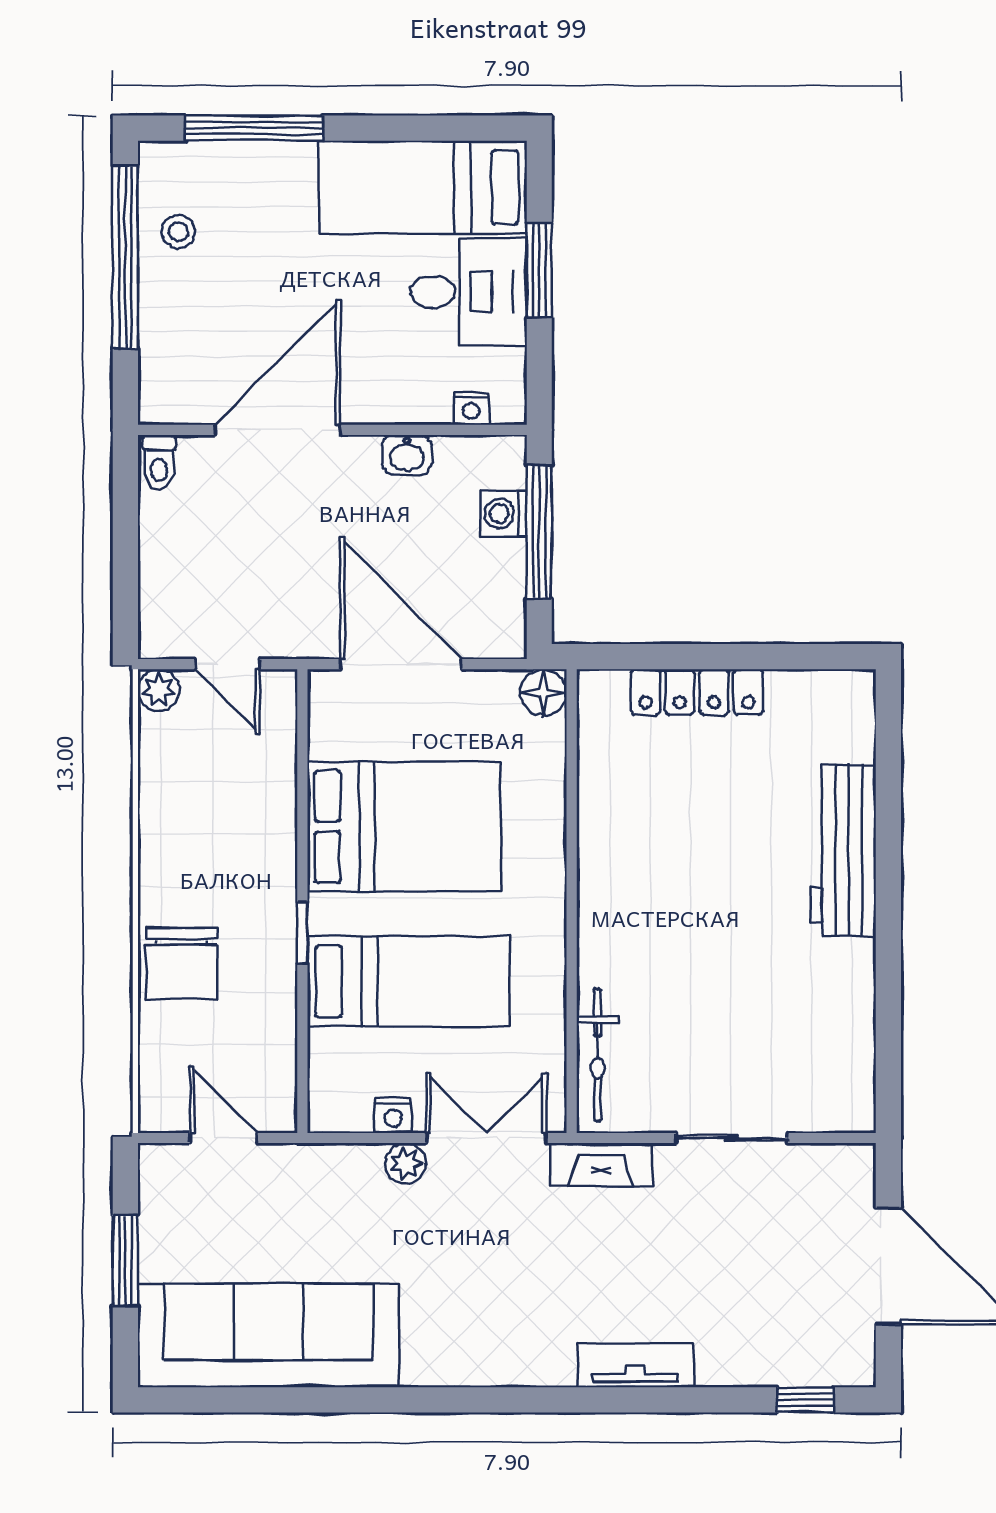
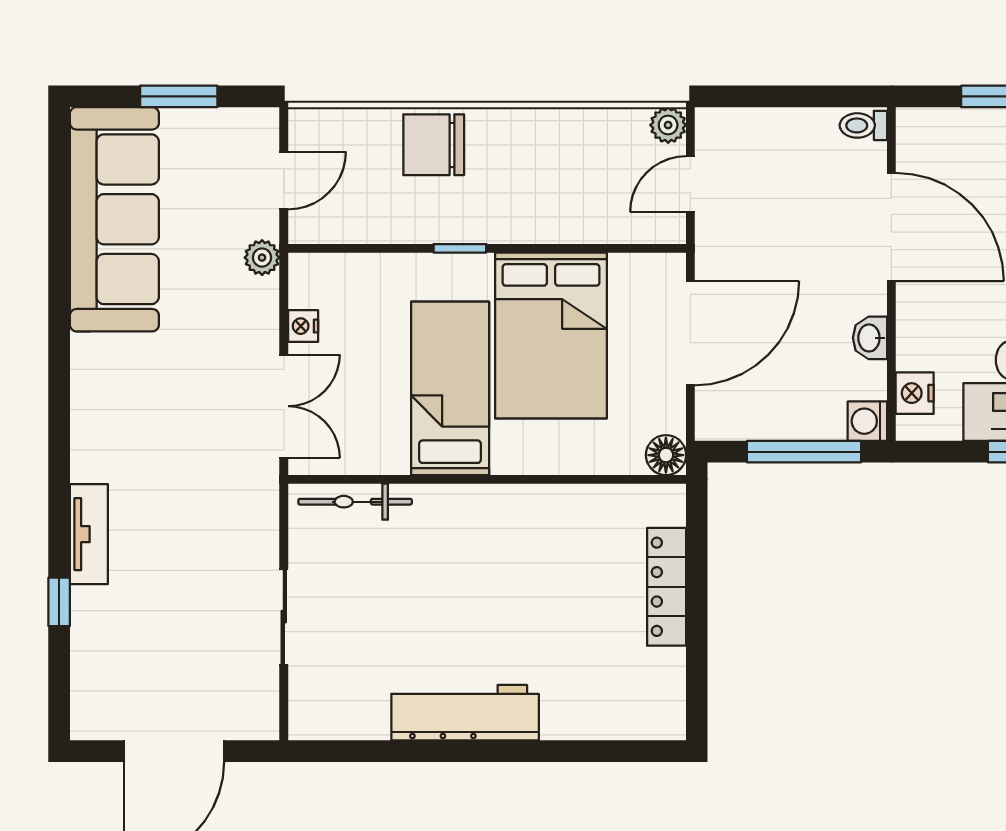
nightstand: (471, 408) -> (915, 393), width x1.39, depth x1.35
washing machine: (504, 514) -> (867, 421), moved, turned -90
workbench: (844, 850) -> (465, 713), moved
bed: (408, 981) -> (450, 388), moved, turned 180
plant: (406, 1163) -> (262, 258), moved
fireplace: (601, 1165) -> (261, 505), removed
window: (805, 1400) -> (59, 602), moved

